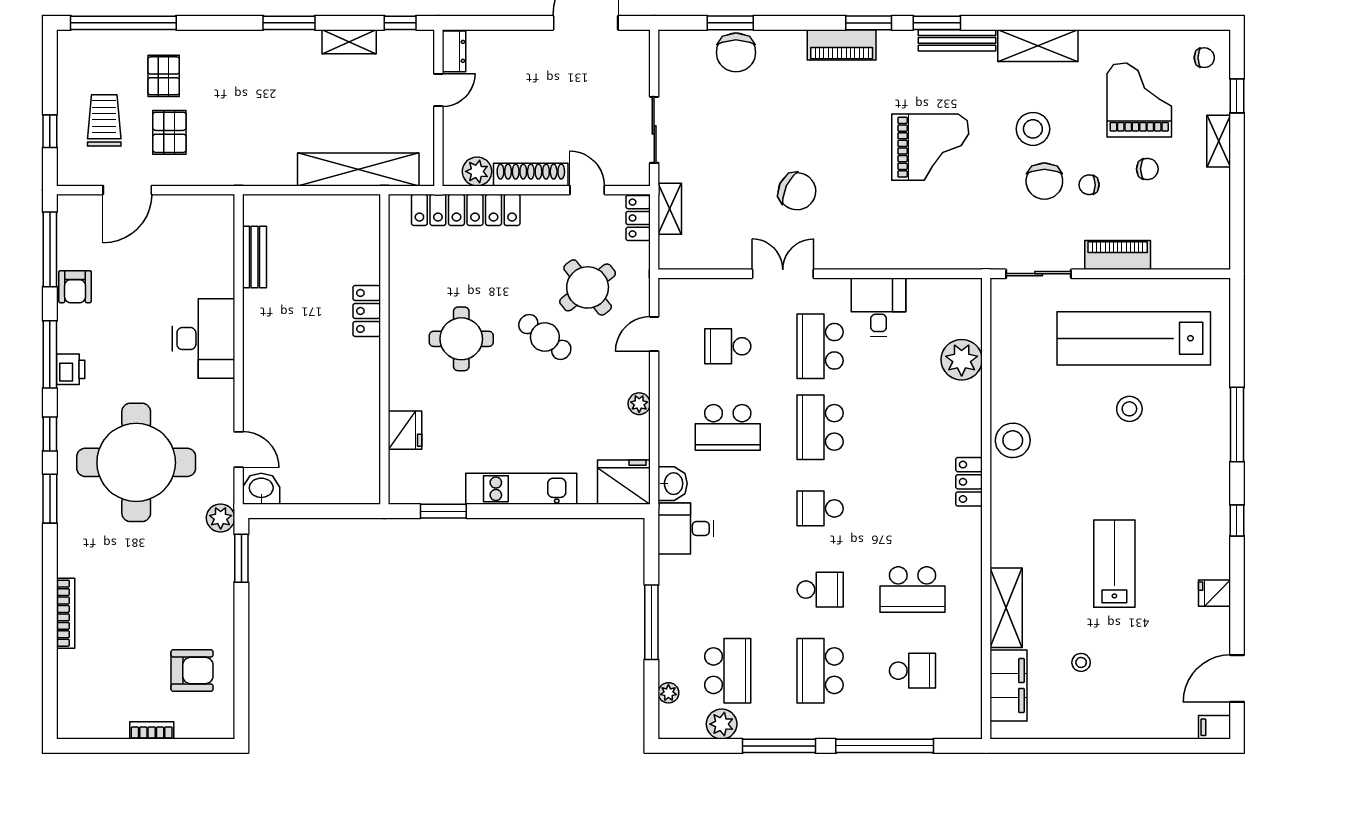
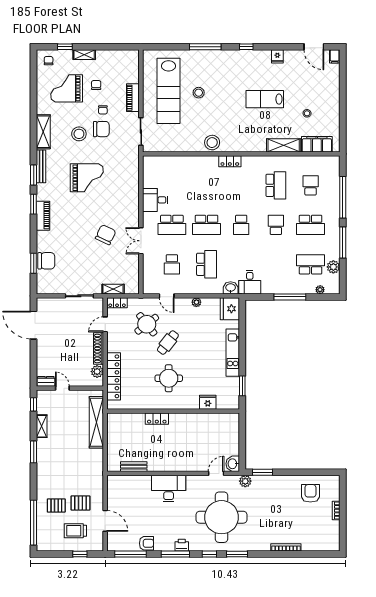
grand piano: (930, 147) -> (87, 178), turned 90
plant: (962, 360) -> (178, 164), removed

